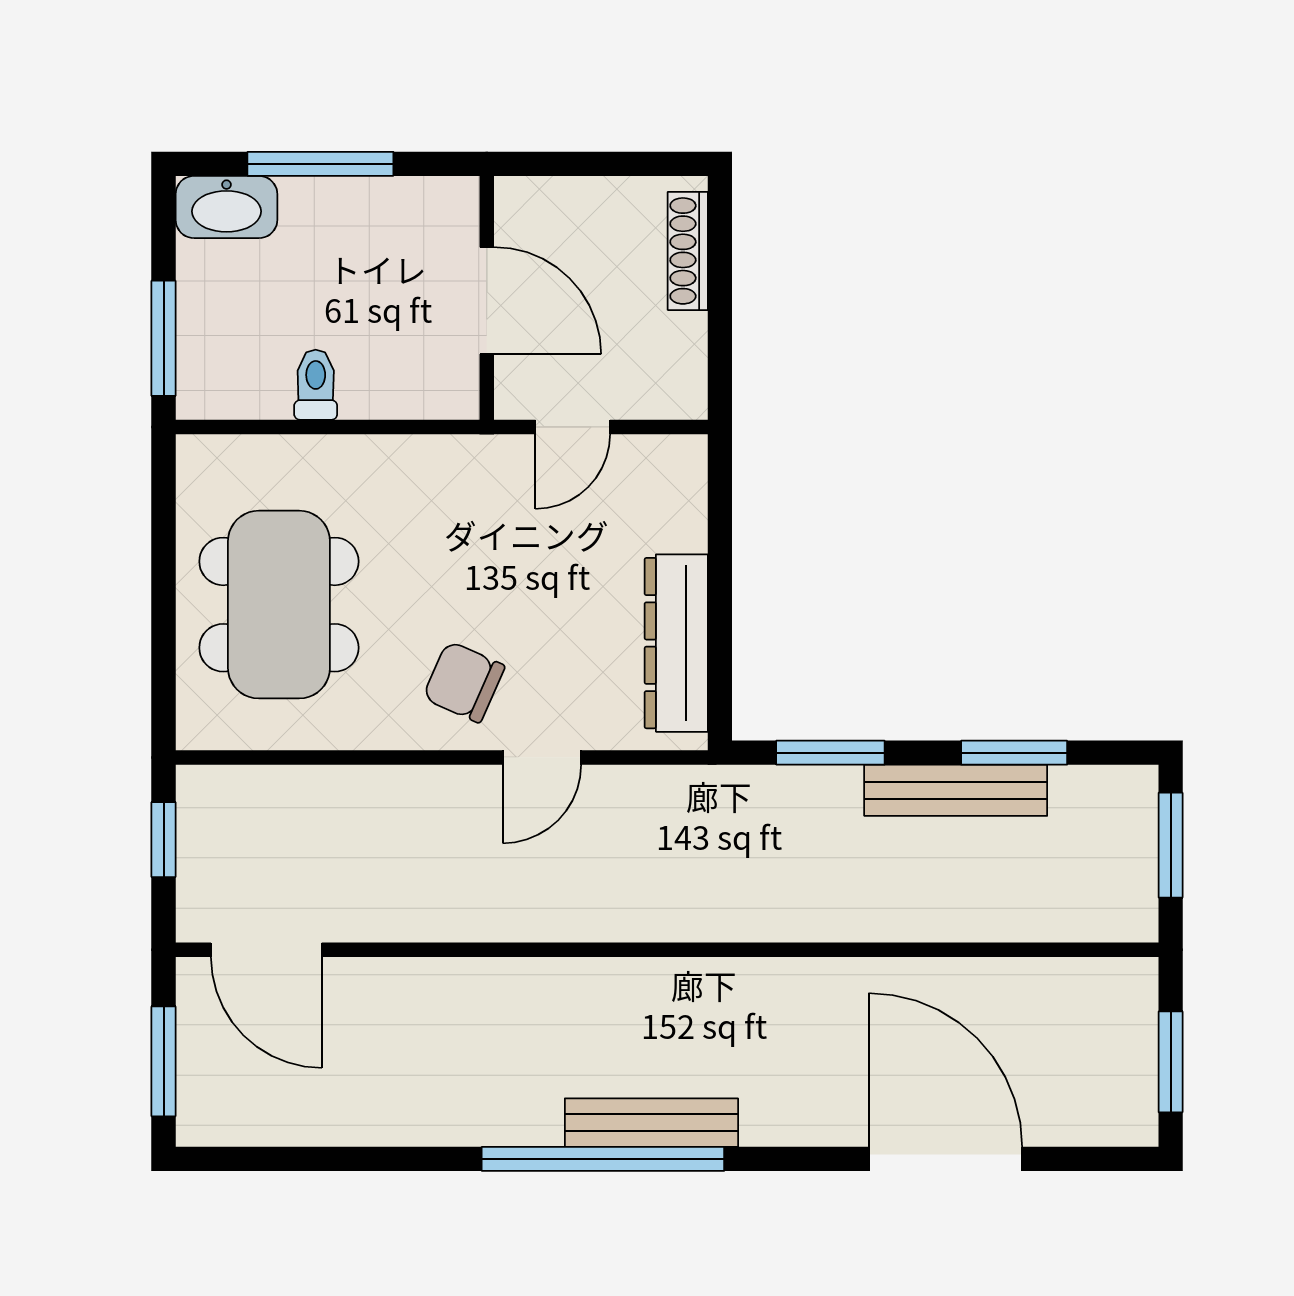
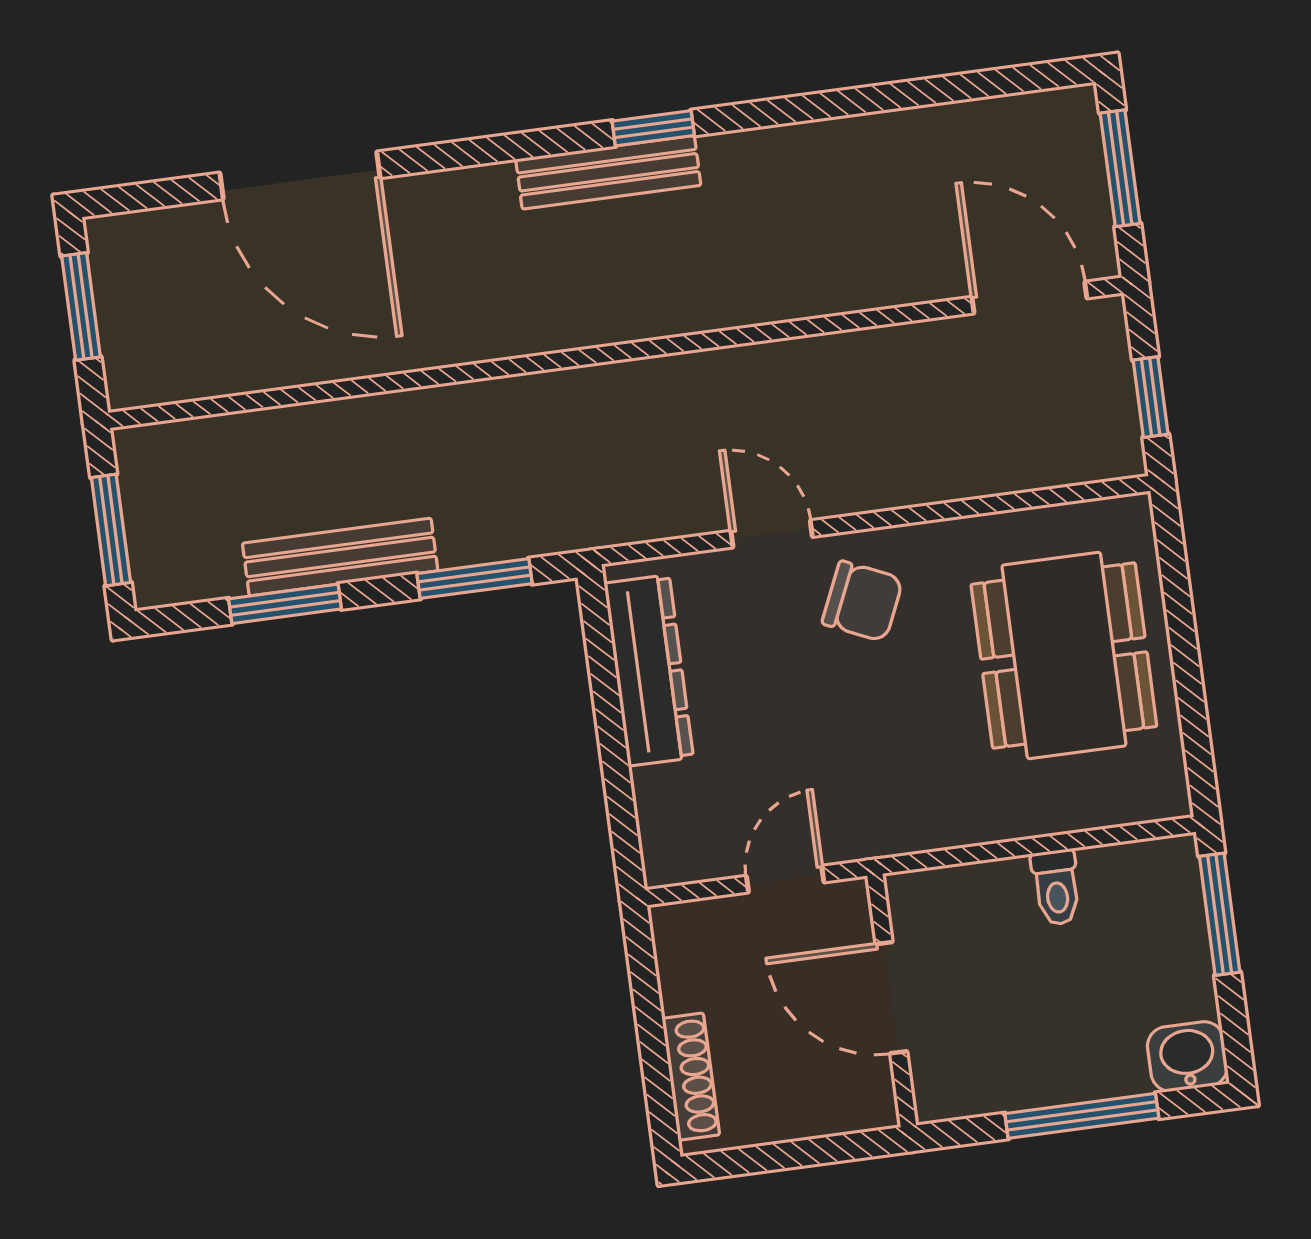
washbasin: (226, 207) -> (1187, 1056), width x0.72
door: (542, 757) -> (772, 534), hinge flipped
window: (603, 1159) -> (653, 128), width x0.32

